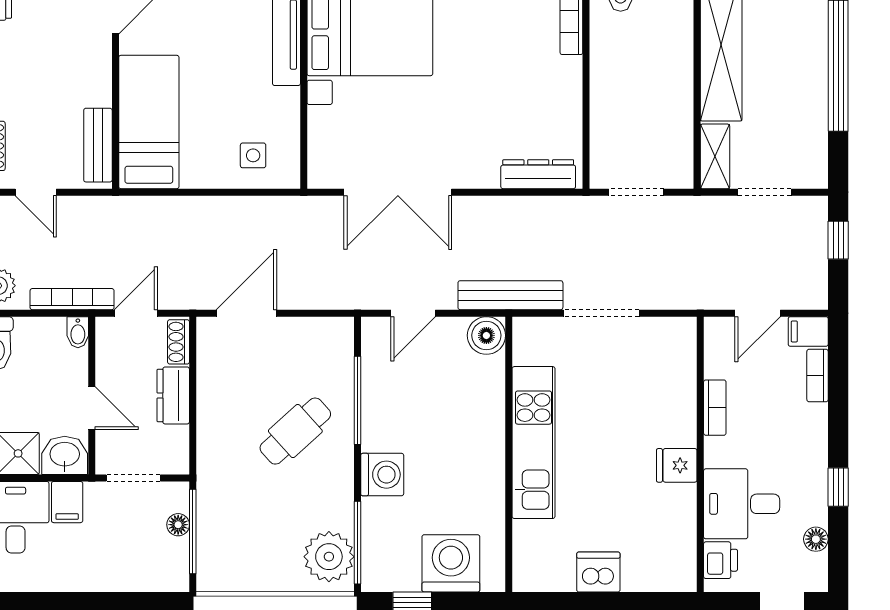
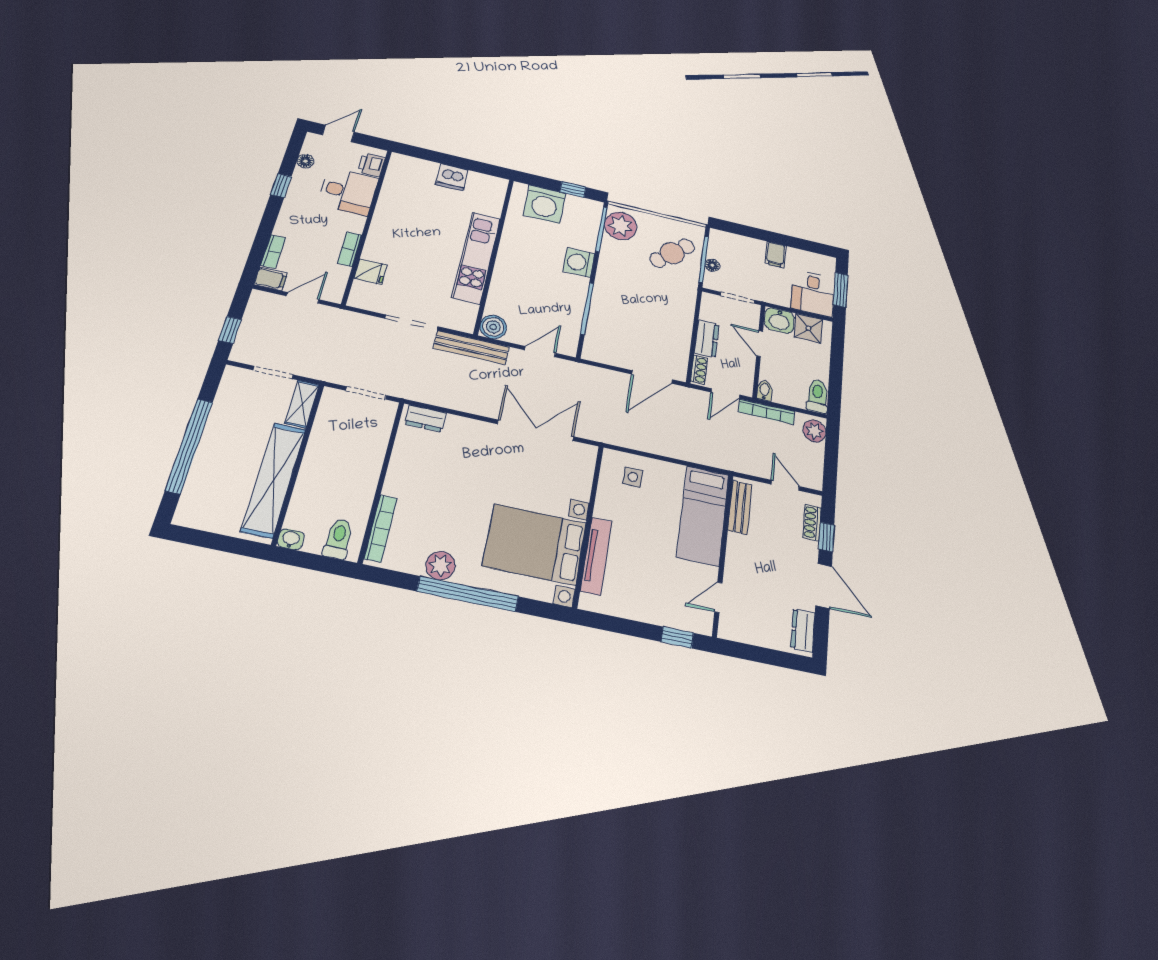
dresser: (538, 174) -> (425, 418), width x0.70
cafe table: (295, 431) -> (672, 253), moved
fridge: (677, 465) -> (370, 272), moved
filing cabinet: (67, 502) -> (776, 255), moved, turned 180

